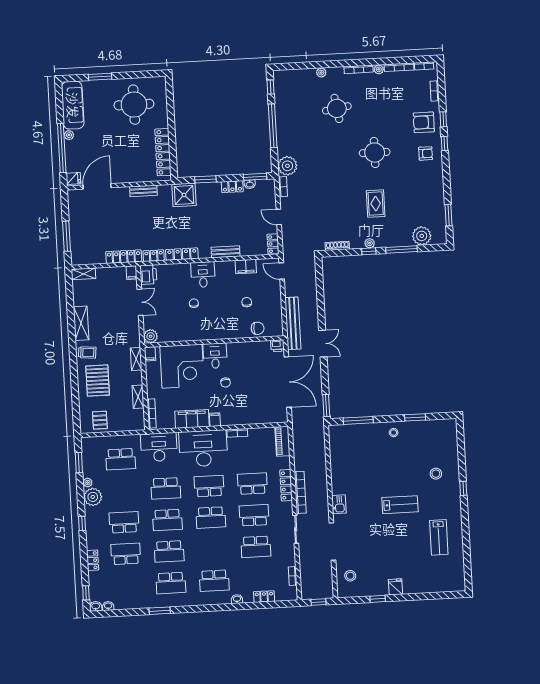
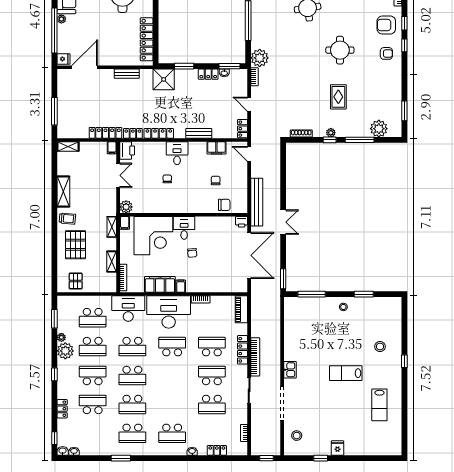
lab bench: (400, 505) -> (346, 373), turned 180
school desk: (211, 518) -> (93, 347), moved

